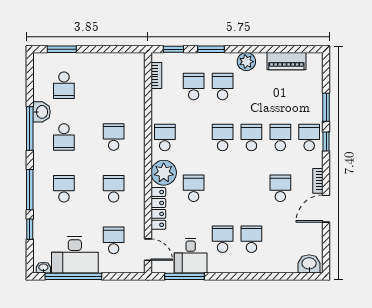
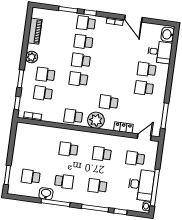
school desk: (64, 85) -> (31, 177), turned 180
school desk: (280, 188) -> (116, 46), removed
locker: (158, 208) -> (123, 127), width x0.66
desk: (191, 256) -> (160, 52), moved

